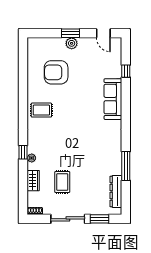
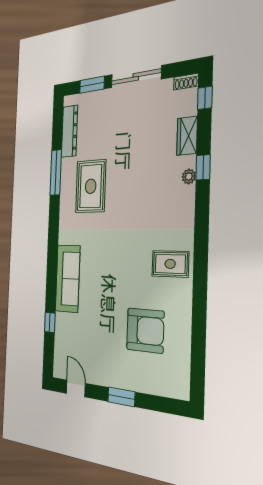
plant: (72, 43) -> (120, 379), removed
window: (23, 152) -> (203, 167), moved
rug: (62, 182) -> (91, 186), moved, width x1.36, depth x1.43
window: (23, 200) -> (205, 98), added

